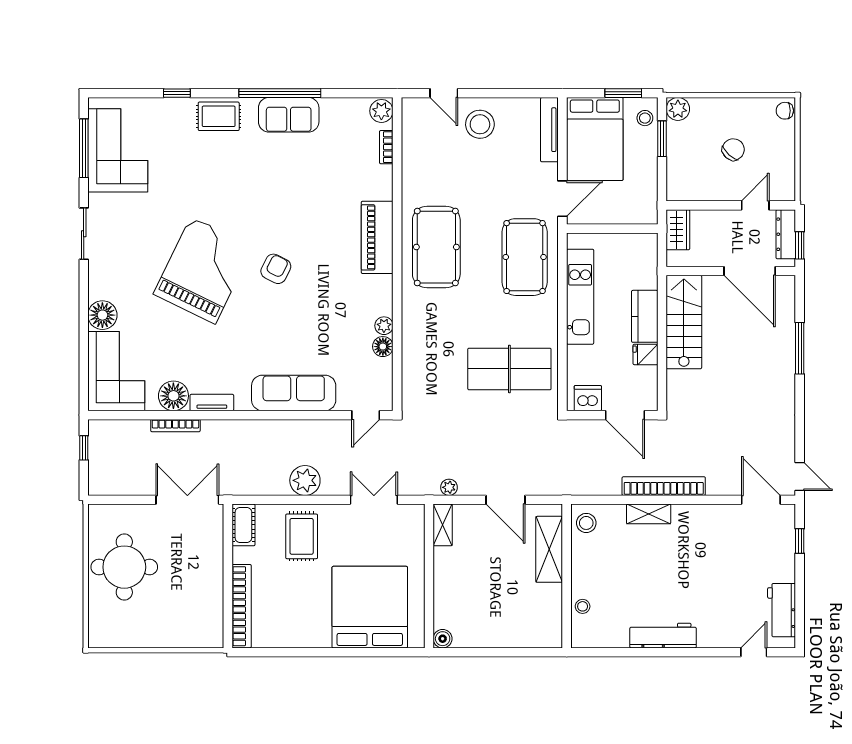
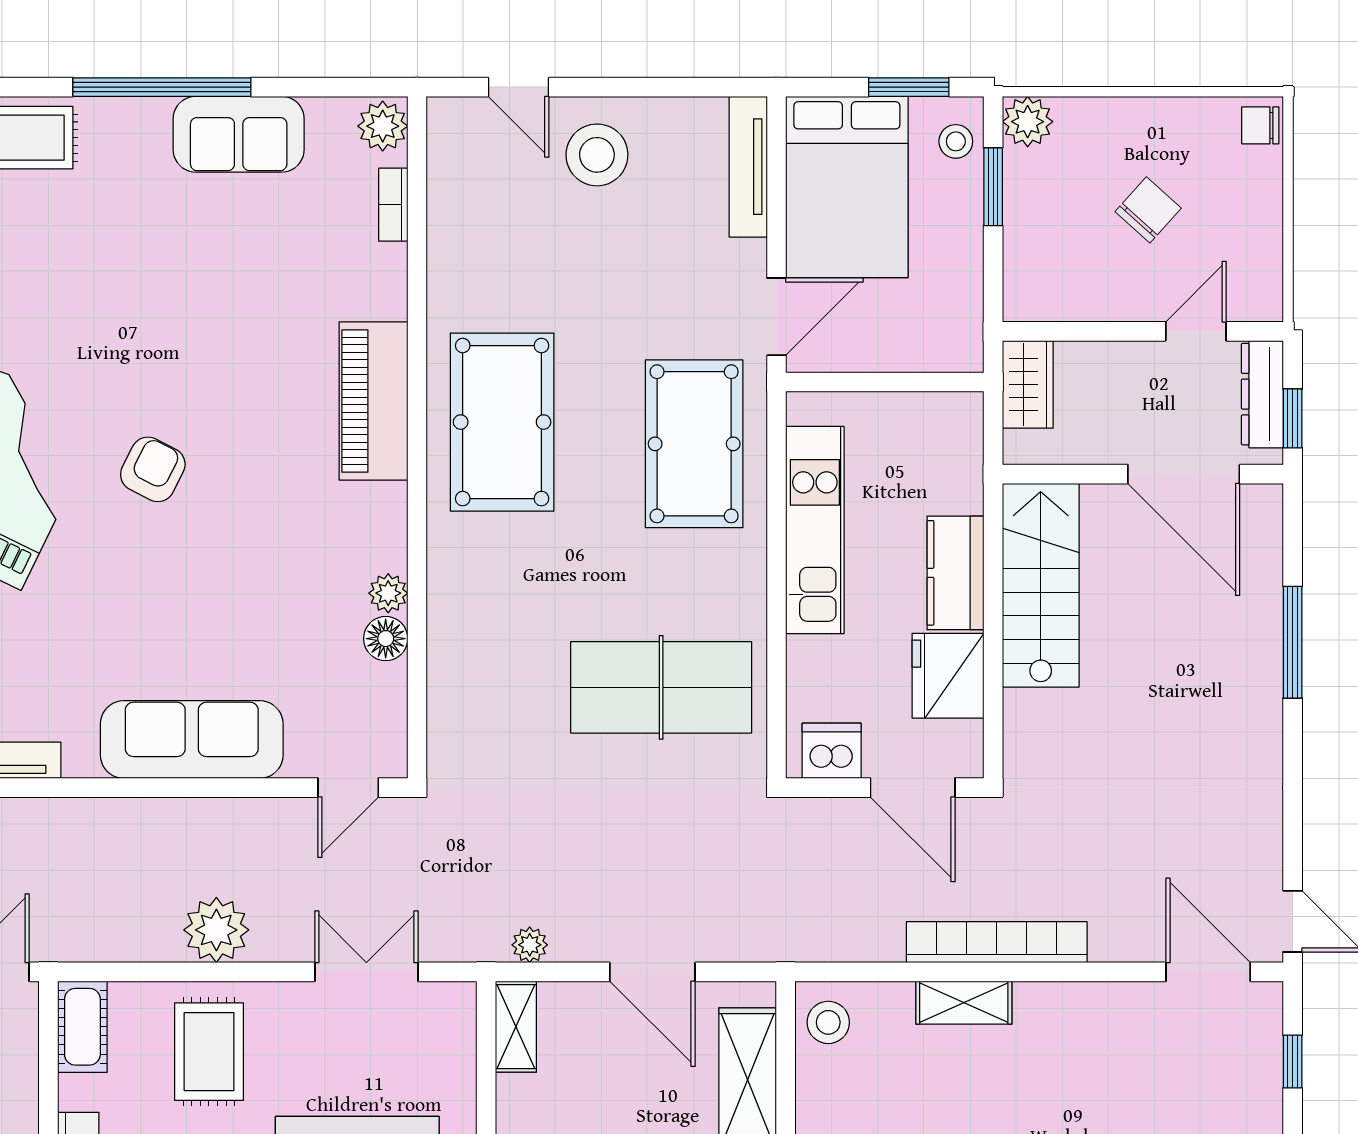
sofa: (289, 115) -> (239, 134), moved
fridge: (645, 354) -> (948, 676), width x1.88, depth x1.34

